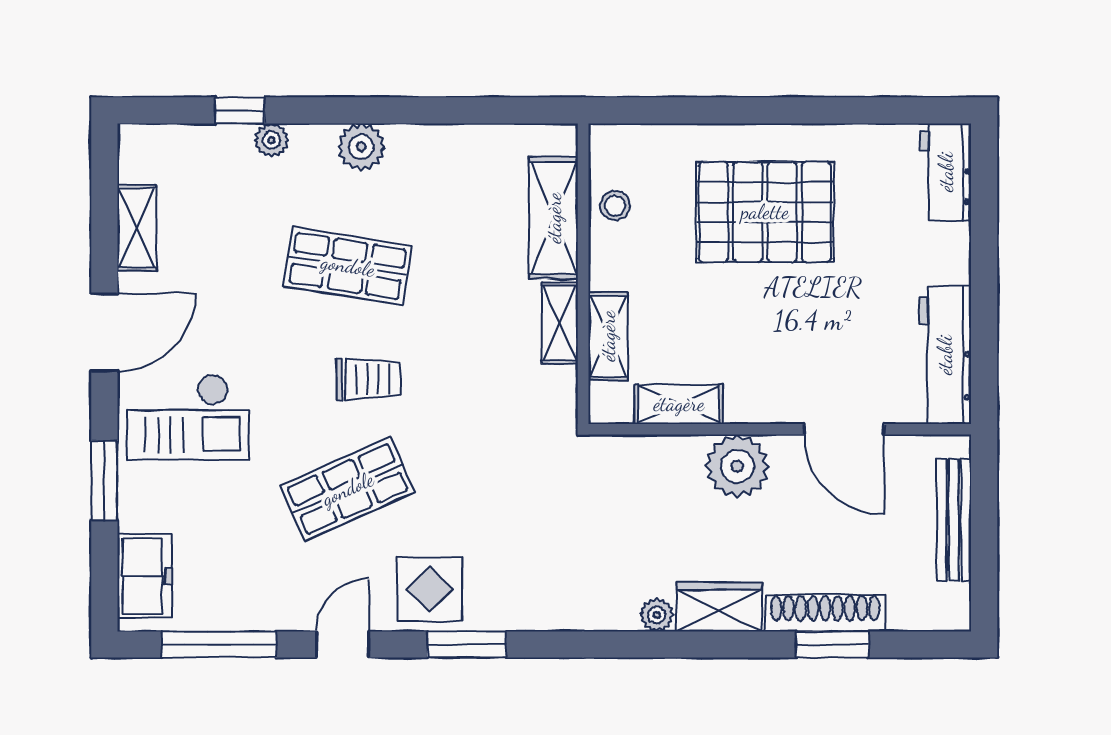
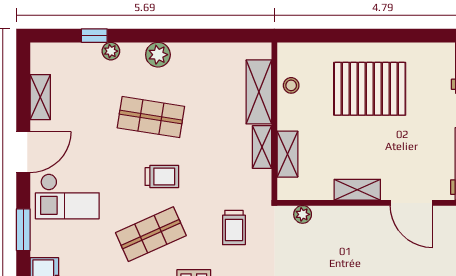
shelving: (679, 404) -> (357, 190), moved
plant: (737, 466) -> (303, 214), moved, width x0.53, depth x0.53
trolley: (506, 476) -> (234, 228), added

